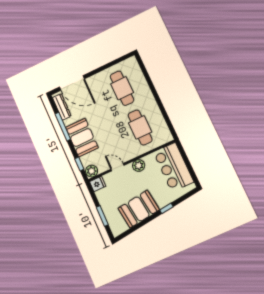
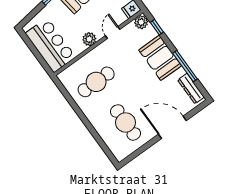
door: (72, 83) -> (172, 127), moved
cafe table: (140, 127) -> (96, 82), turned 90
door: (117, 167) -> (113, 32), swing flipped

